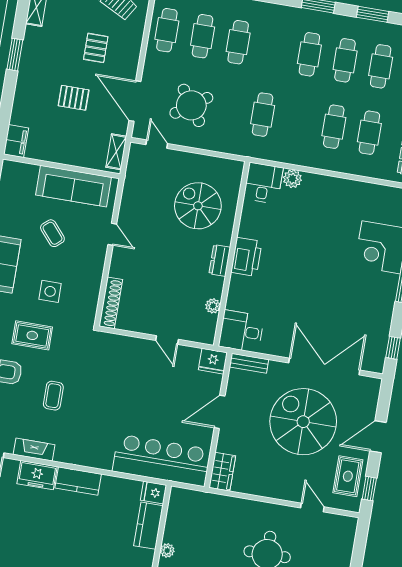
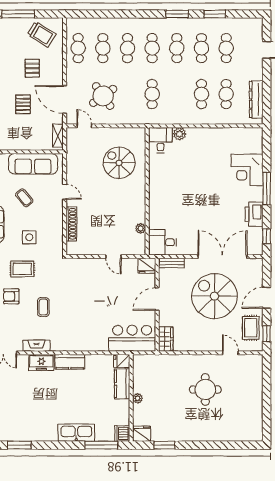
cafe table: (274, 48) -> (152, 48), added
pallet: (74, 98) -> (23, 104), turned 90
printer: (246, 257) -> (254, 214), moved, turned 180
dresser: (220, 261) -> (140, 197), removed
shoe rack: (111, 303) -> (71, 224), moved
bar counter: (162, 460) -> (132, 338), width x0.73

